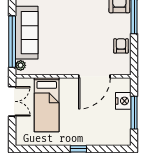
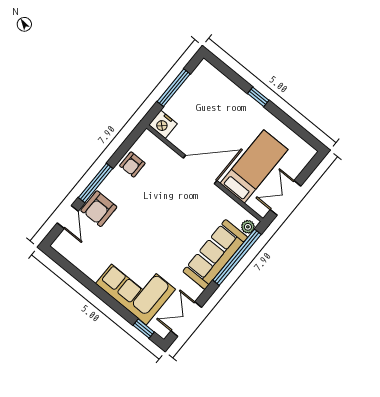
door: (94, 76) -> (200, 169), moved
nightstand: (123, 101) -> (163, 124), moved, turned -90

